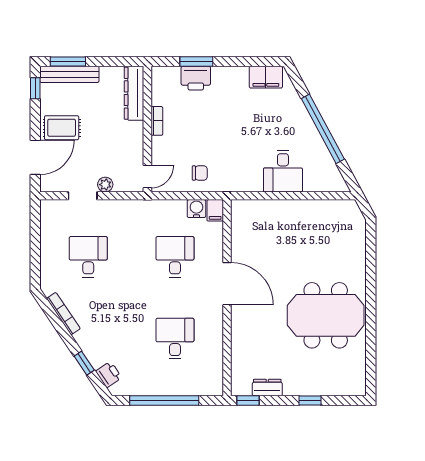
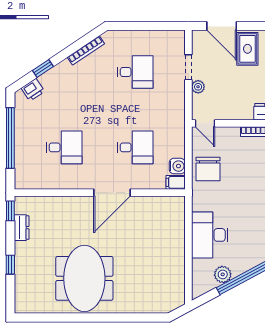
plant: (321, 156) -> (223, 274), added
desk: (283, 171) -> (210, 235), width x1.37
chair: (200, 173) -> (208, 169), width x1.87, depth x1.87

